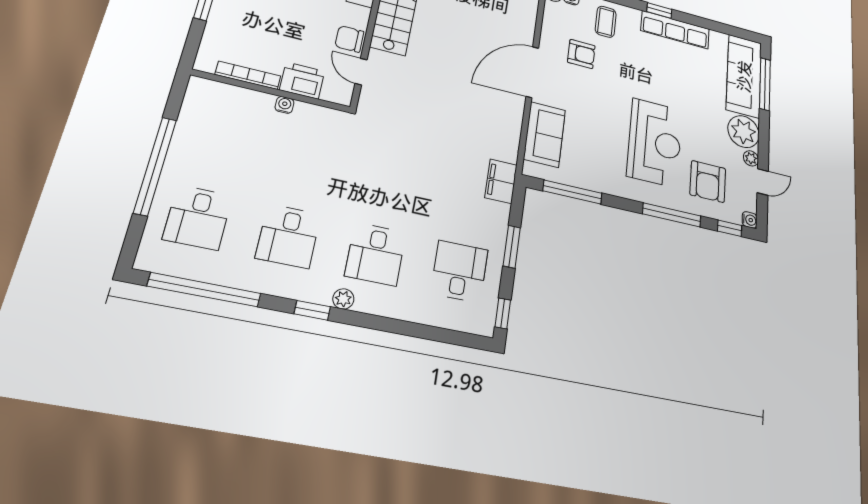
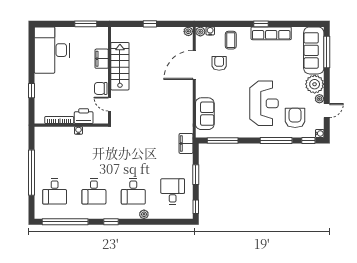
armchair: (581, 54) -> (219, 63), turned -90
door: (532, 72) -> (194, 65), moved
armchair: (708, 181) -> (295, 118), turned 180
plant: (343, 299) -> (144, 214), moved

